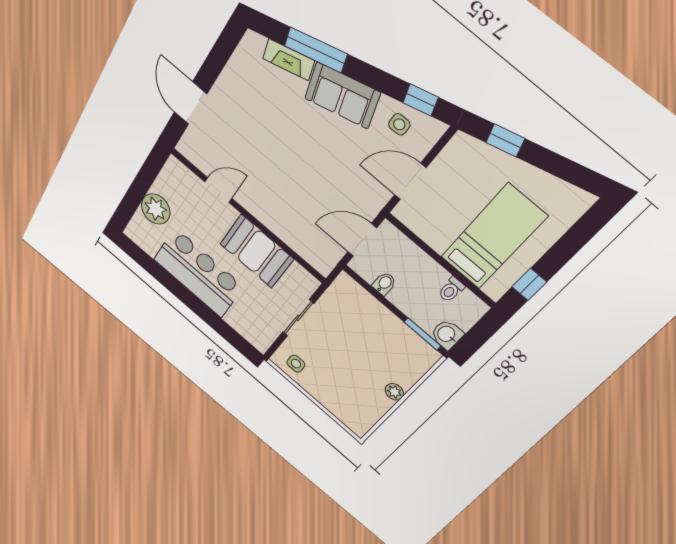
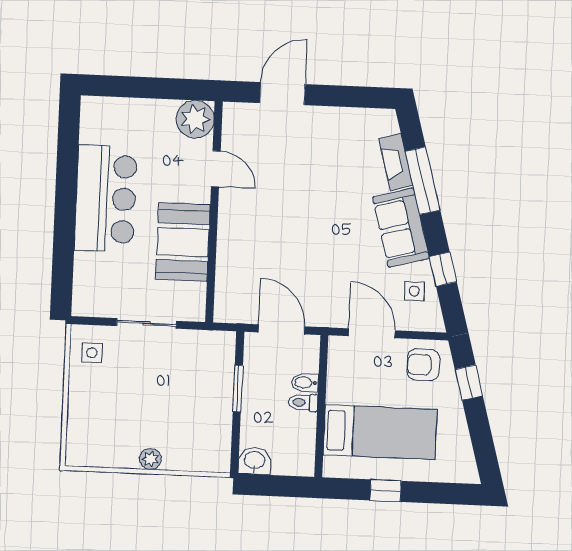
window: (421, 100) -> (443, 269), moved
armchair: (464, 164) -> (423, 365), added
plant: (156, 209) -> (195, 119), moved
bidet: (384, 284) -> (305, 383), moved, turned 180
window: (529, 284) -> (386, 491), moved
toilet: (451, 290) -> (303, 403), moved
window: (422, 334) -> (238, 388), moved

